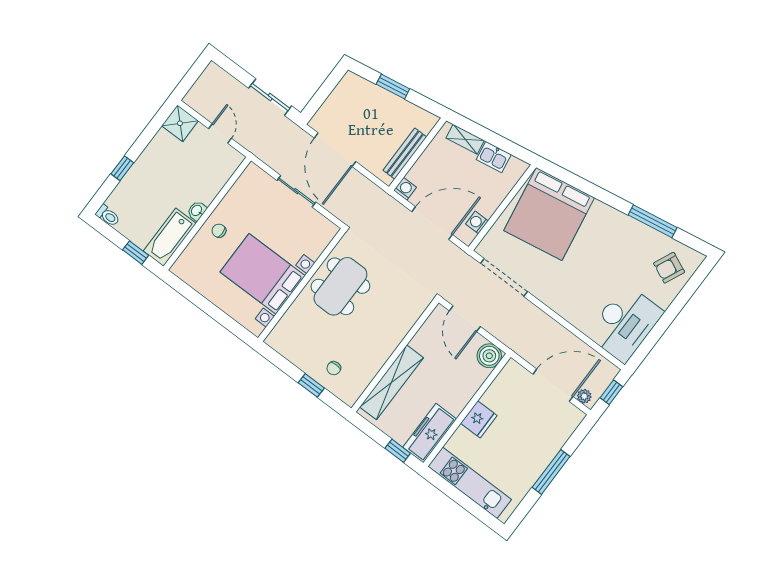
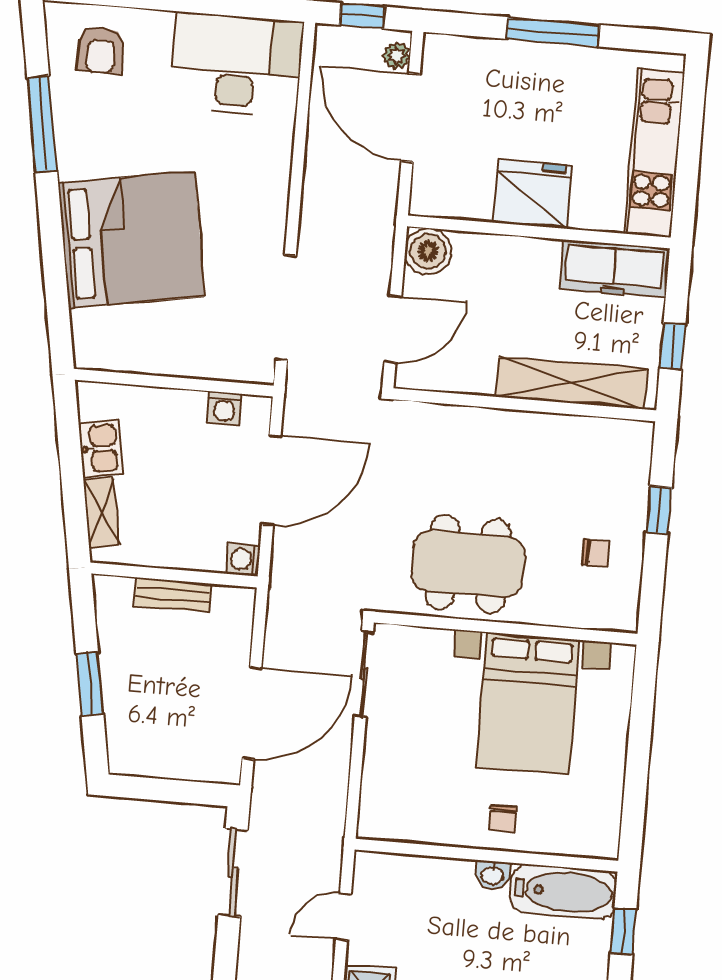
bench: (405, 154) -> (173, 595), width x0.73
sliding door: (296, 191) -> (364, 674), moved
bed: (549, 214) -> (131, 240), moved
door: (432, 223) -> (271, 480), swing flipped
armchair: (669, 268) -> (101, 50), turned 66
chair: (334, 368) -> (596, 553), moved
fridge: (479, 419) -> (533, 194), width x1.36, depth x1.34
window: (398, 451) -> (673, 347), moved

